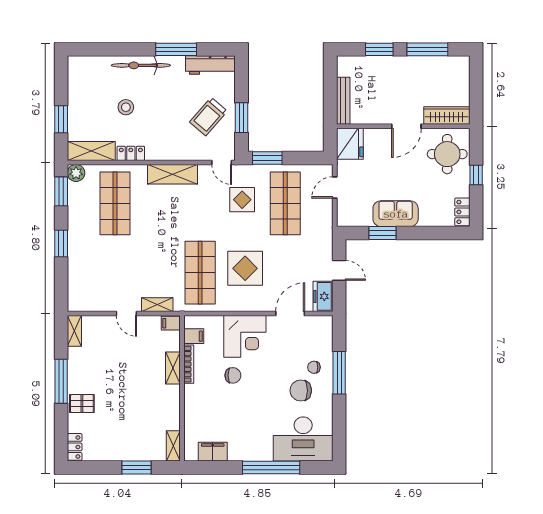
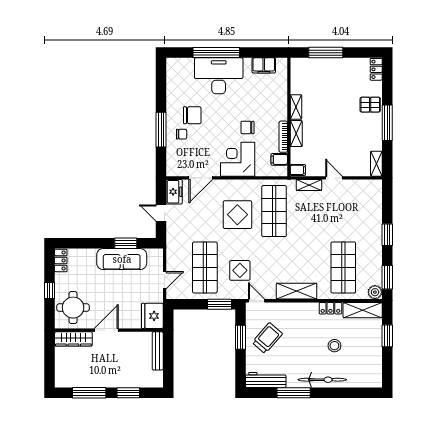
sofa: (396, 214) -> (122, 259), width x1.36
desk: (303, 439) -> (219, 76), moved
shelving: (173, 446) -> (296, 107), moved
window: (137, 468) -> (326, 53), width x1.44

